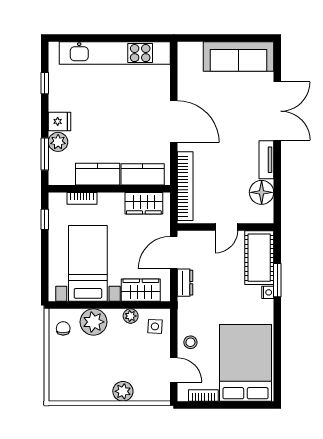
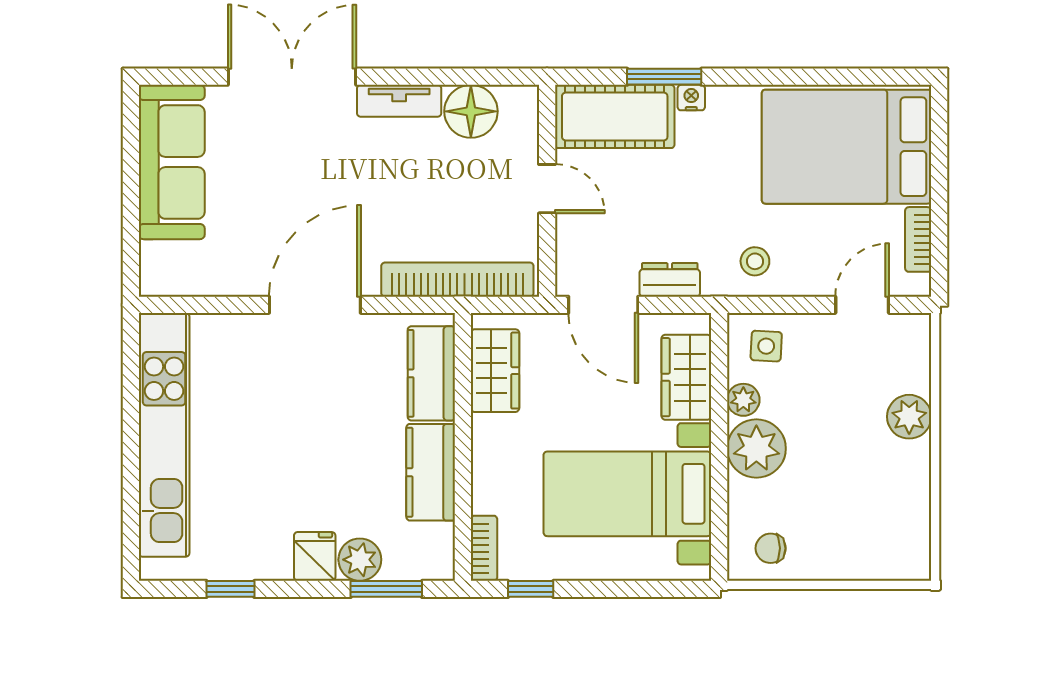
bookcase: (82, 198) -> (484, 548), moved
plant: (94, 322) -> (756, 449), moved
stool: (190, 342) -> (755, 261), moved

